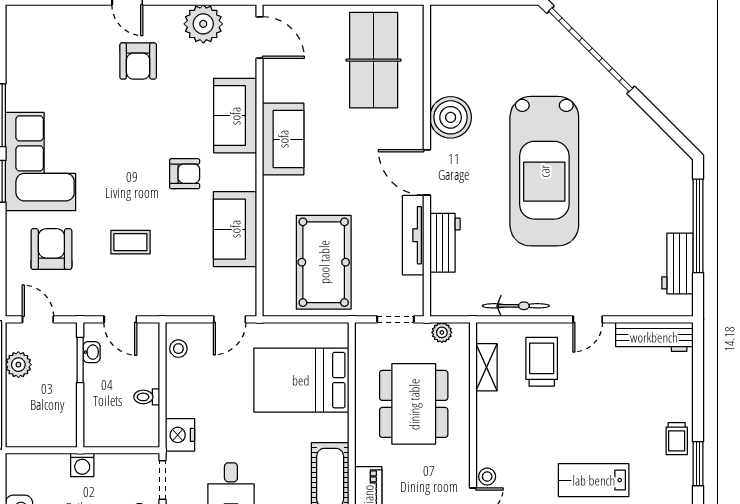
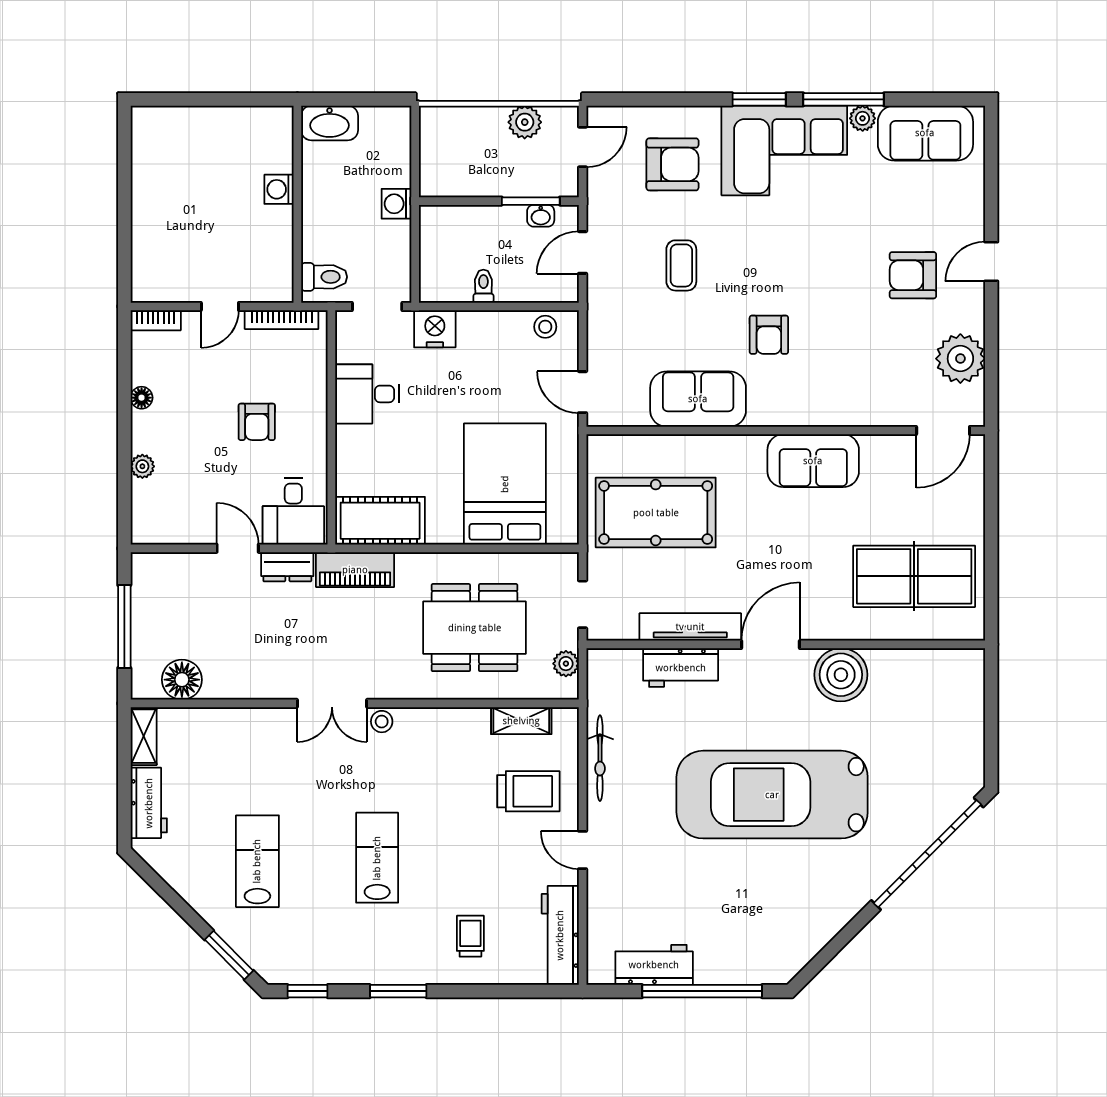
plant: (15, 100) -> (863, 118), added
sofa: (235, 116) -> (925, 133), moved, turned 180
trolley: (677, 439) -> (470, 936), moved, turned 90

